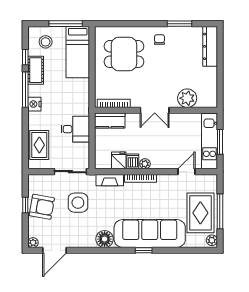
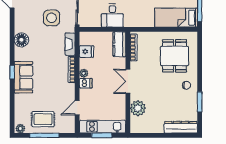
dishwasher: (133, 161) -> (86, 83), moved
door: (187, 172) -> (77, 108), swing flipped
rug: (200, 213) -> (43, 119), width x0.73, depth x0.70
sofa: (150, 234) -> (24, 77), width x0.54, depth x0.79

